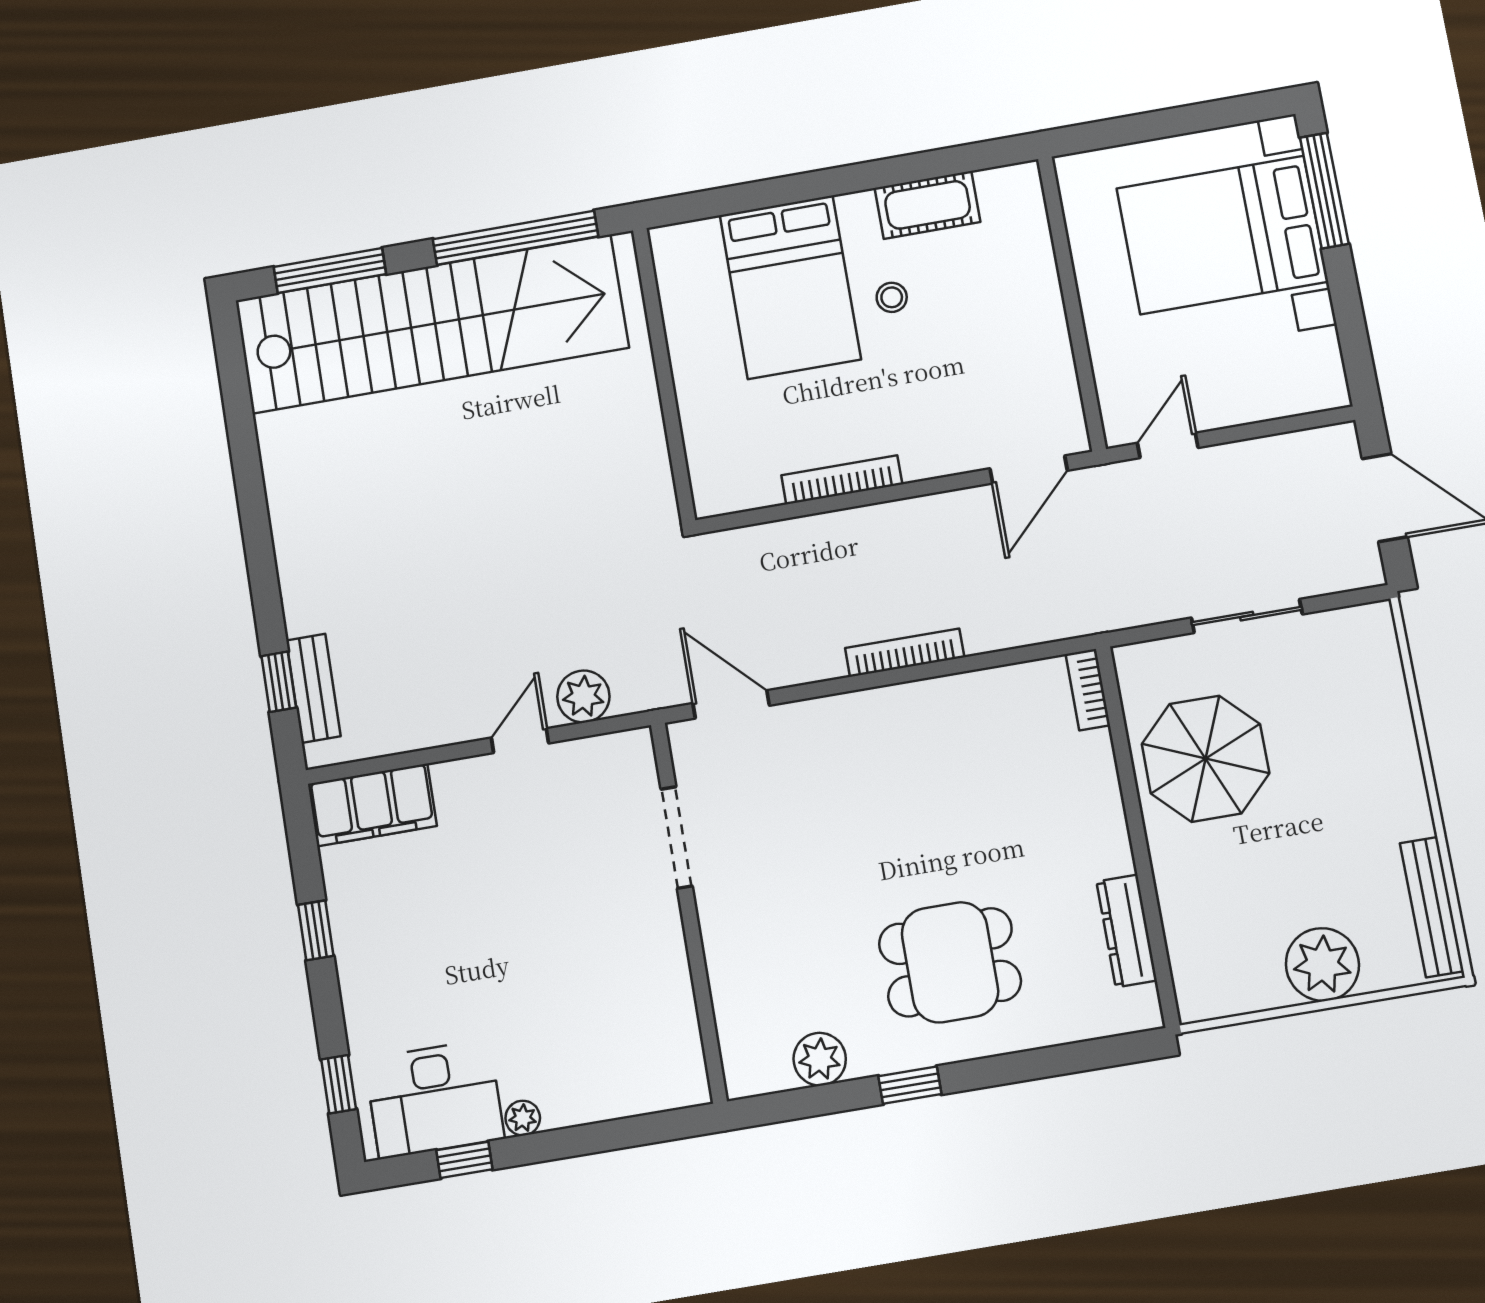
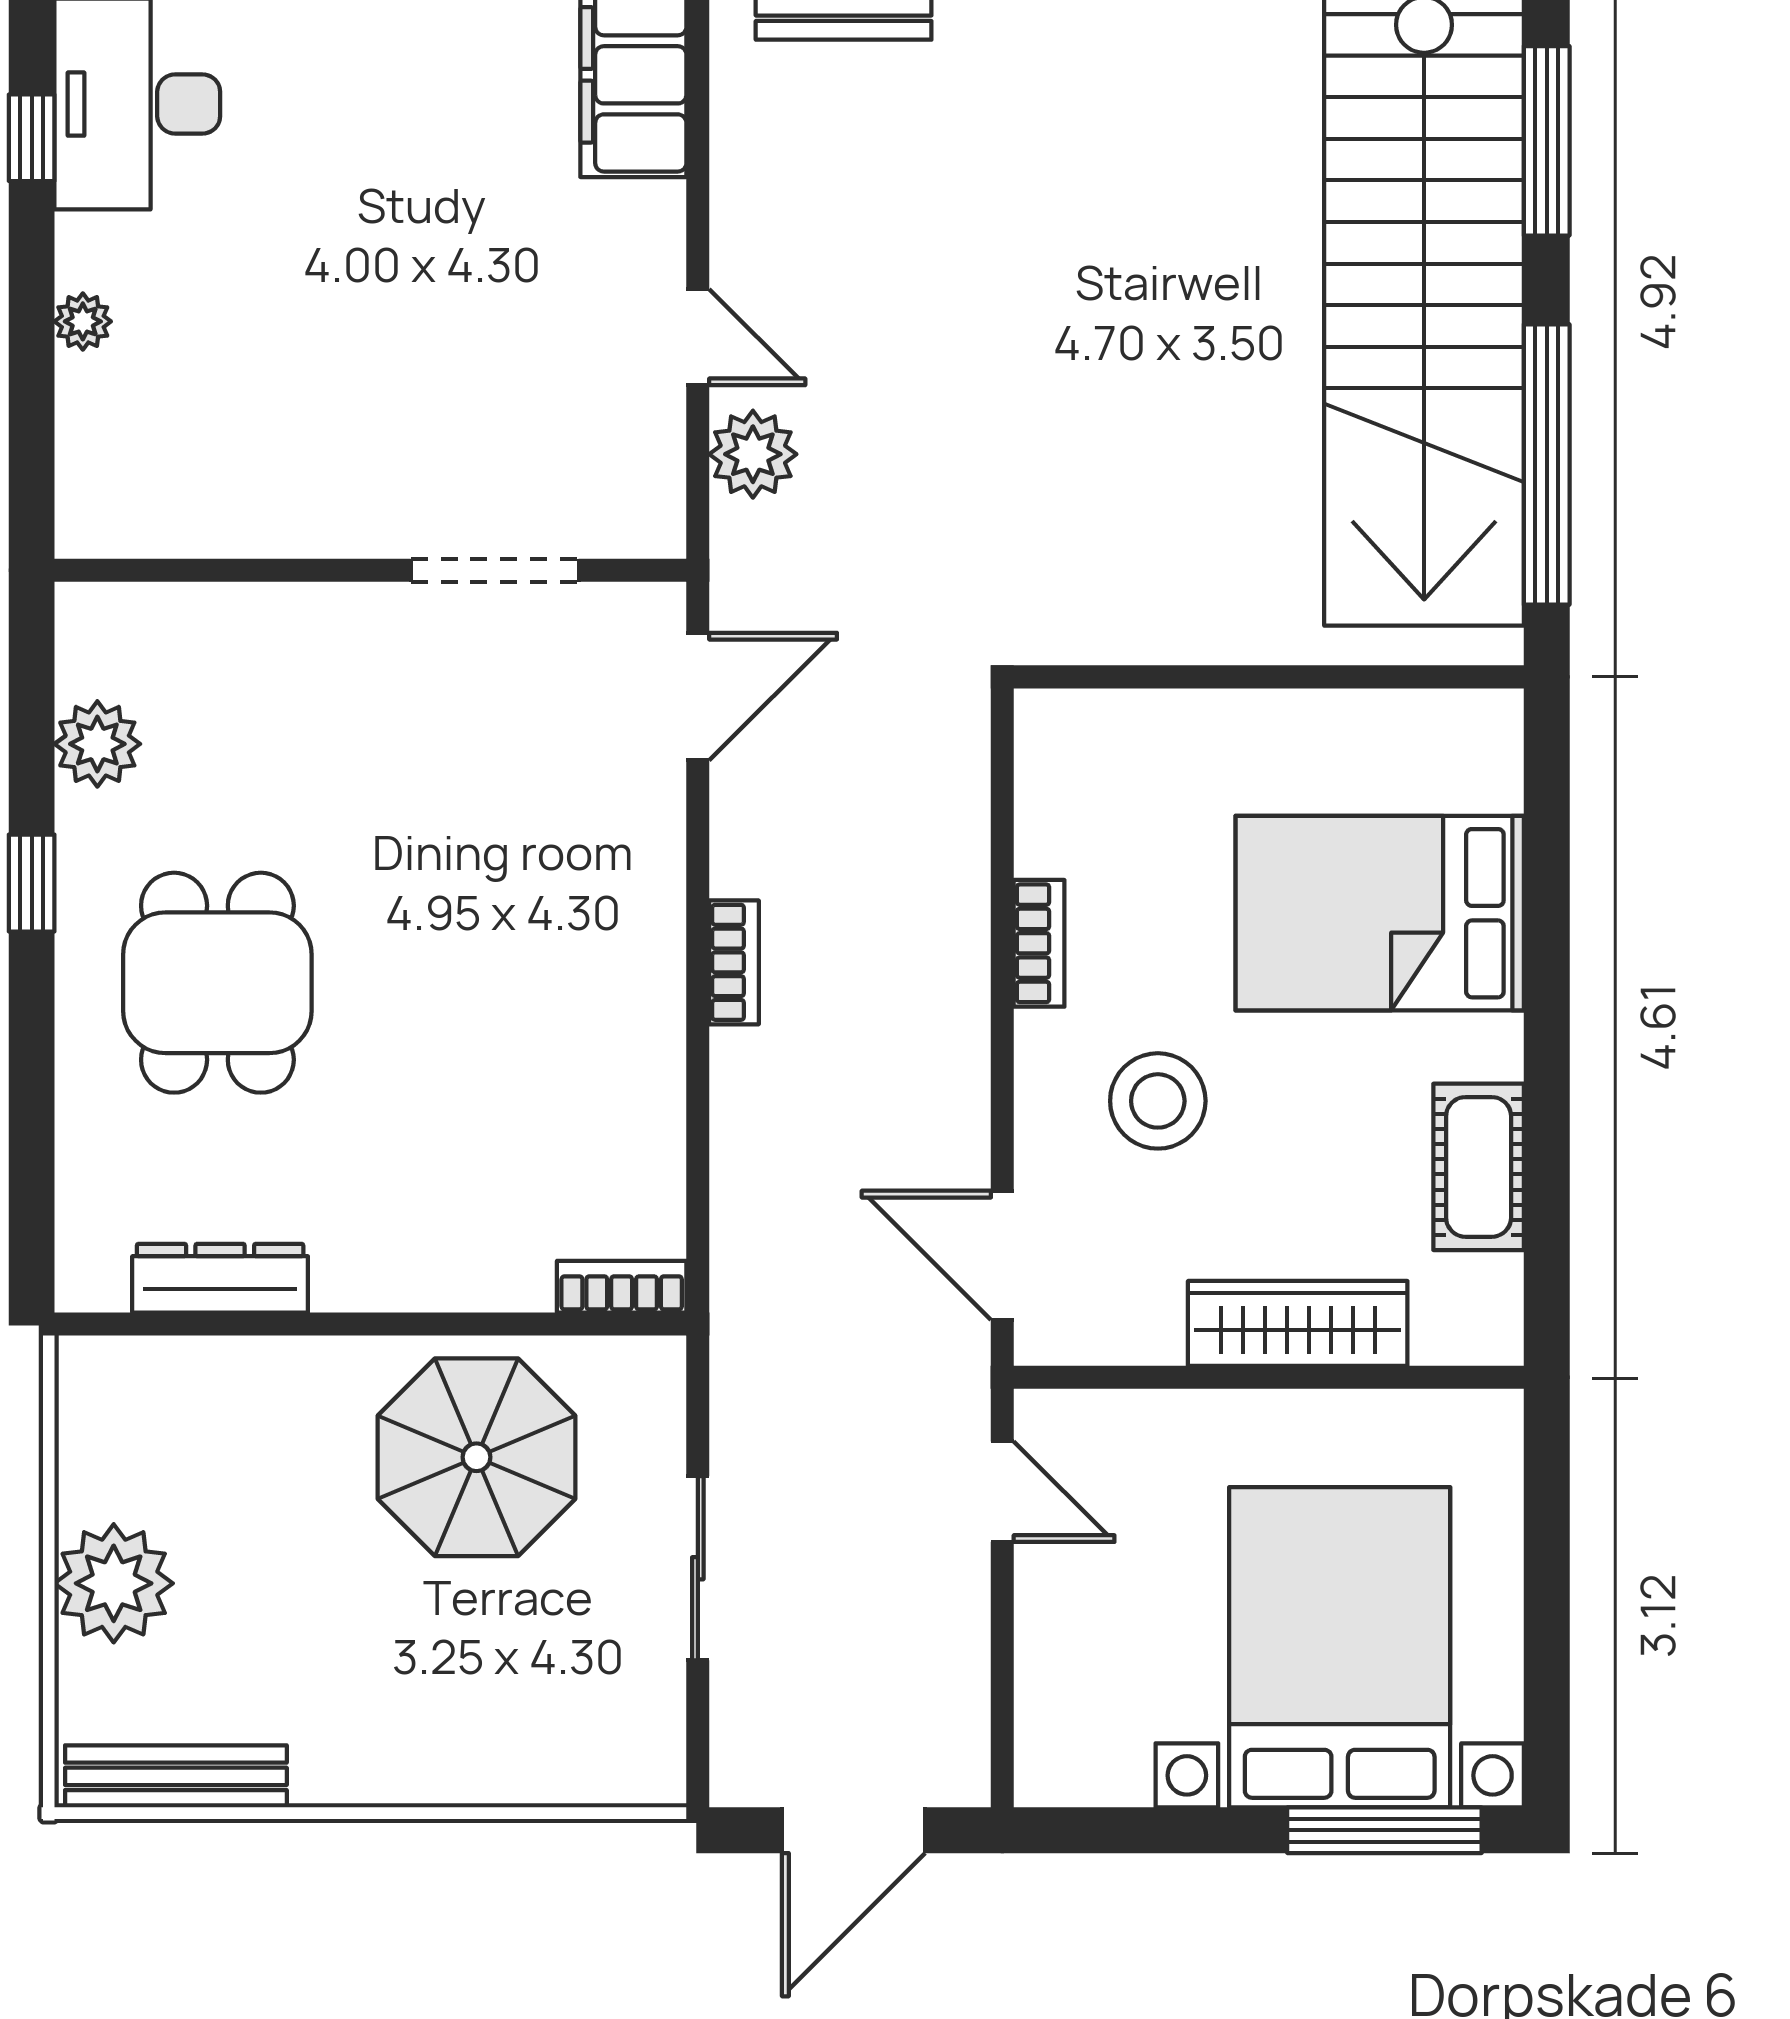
wardrobe: (1037, 292) -> (1298, 1323), added
stool: (892, 297) -> (1158, 1101), moved, width x1.89, depth x1.89
bookcase: (842, 480) -> (1039, 943), width x0.64
bookcase: (905, 653) -> (734, 962), width x0.64
plant: (523, 1118) -> (83, 321), moved

